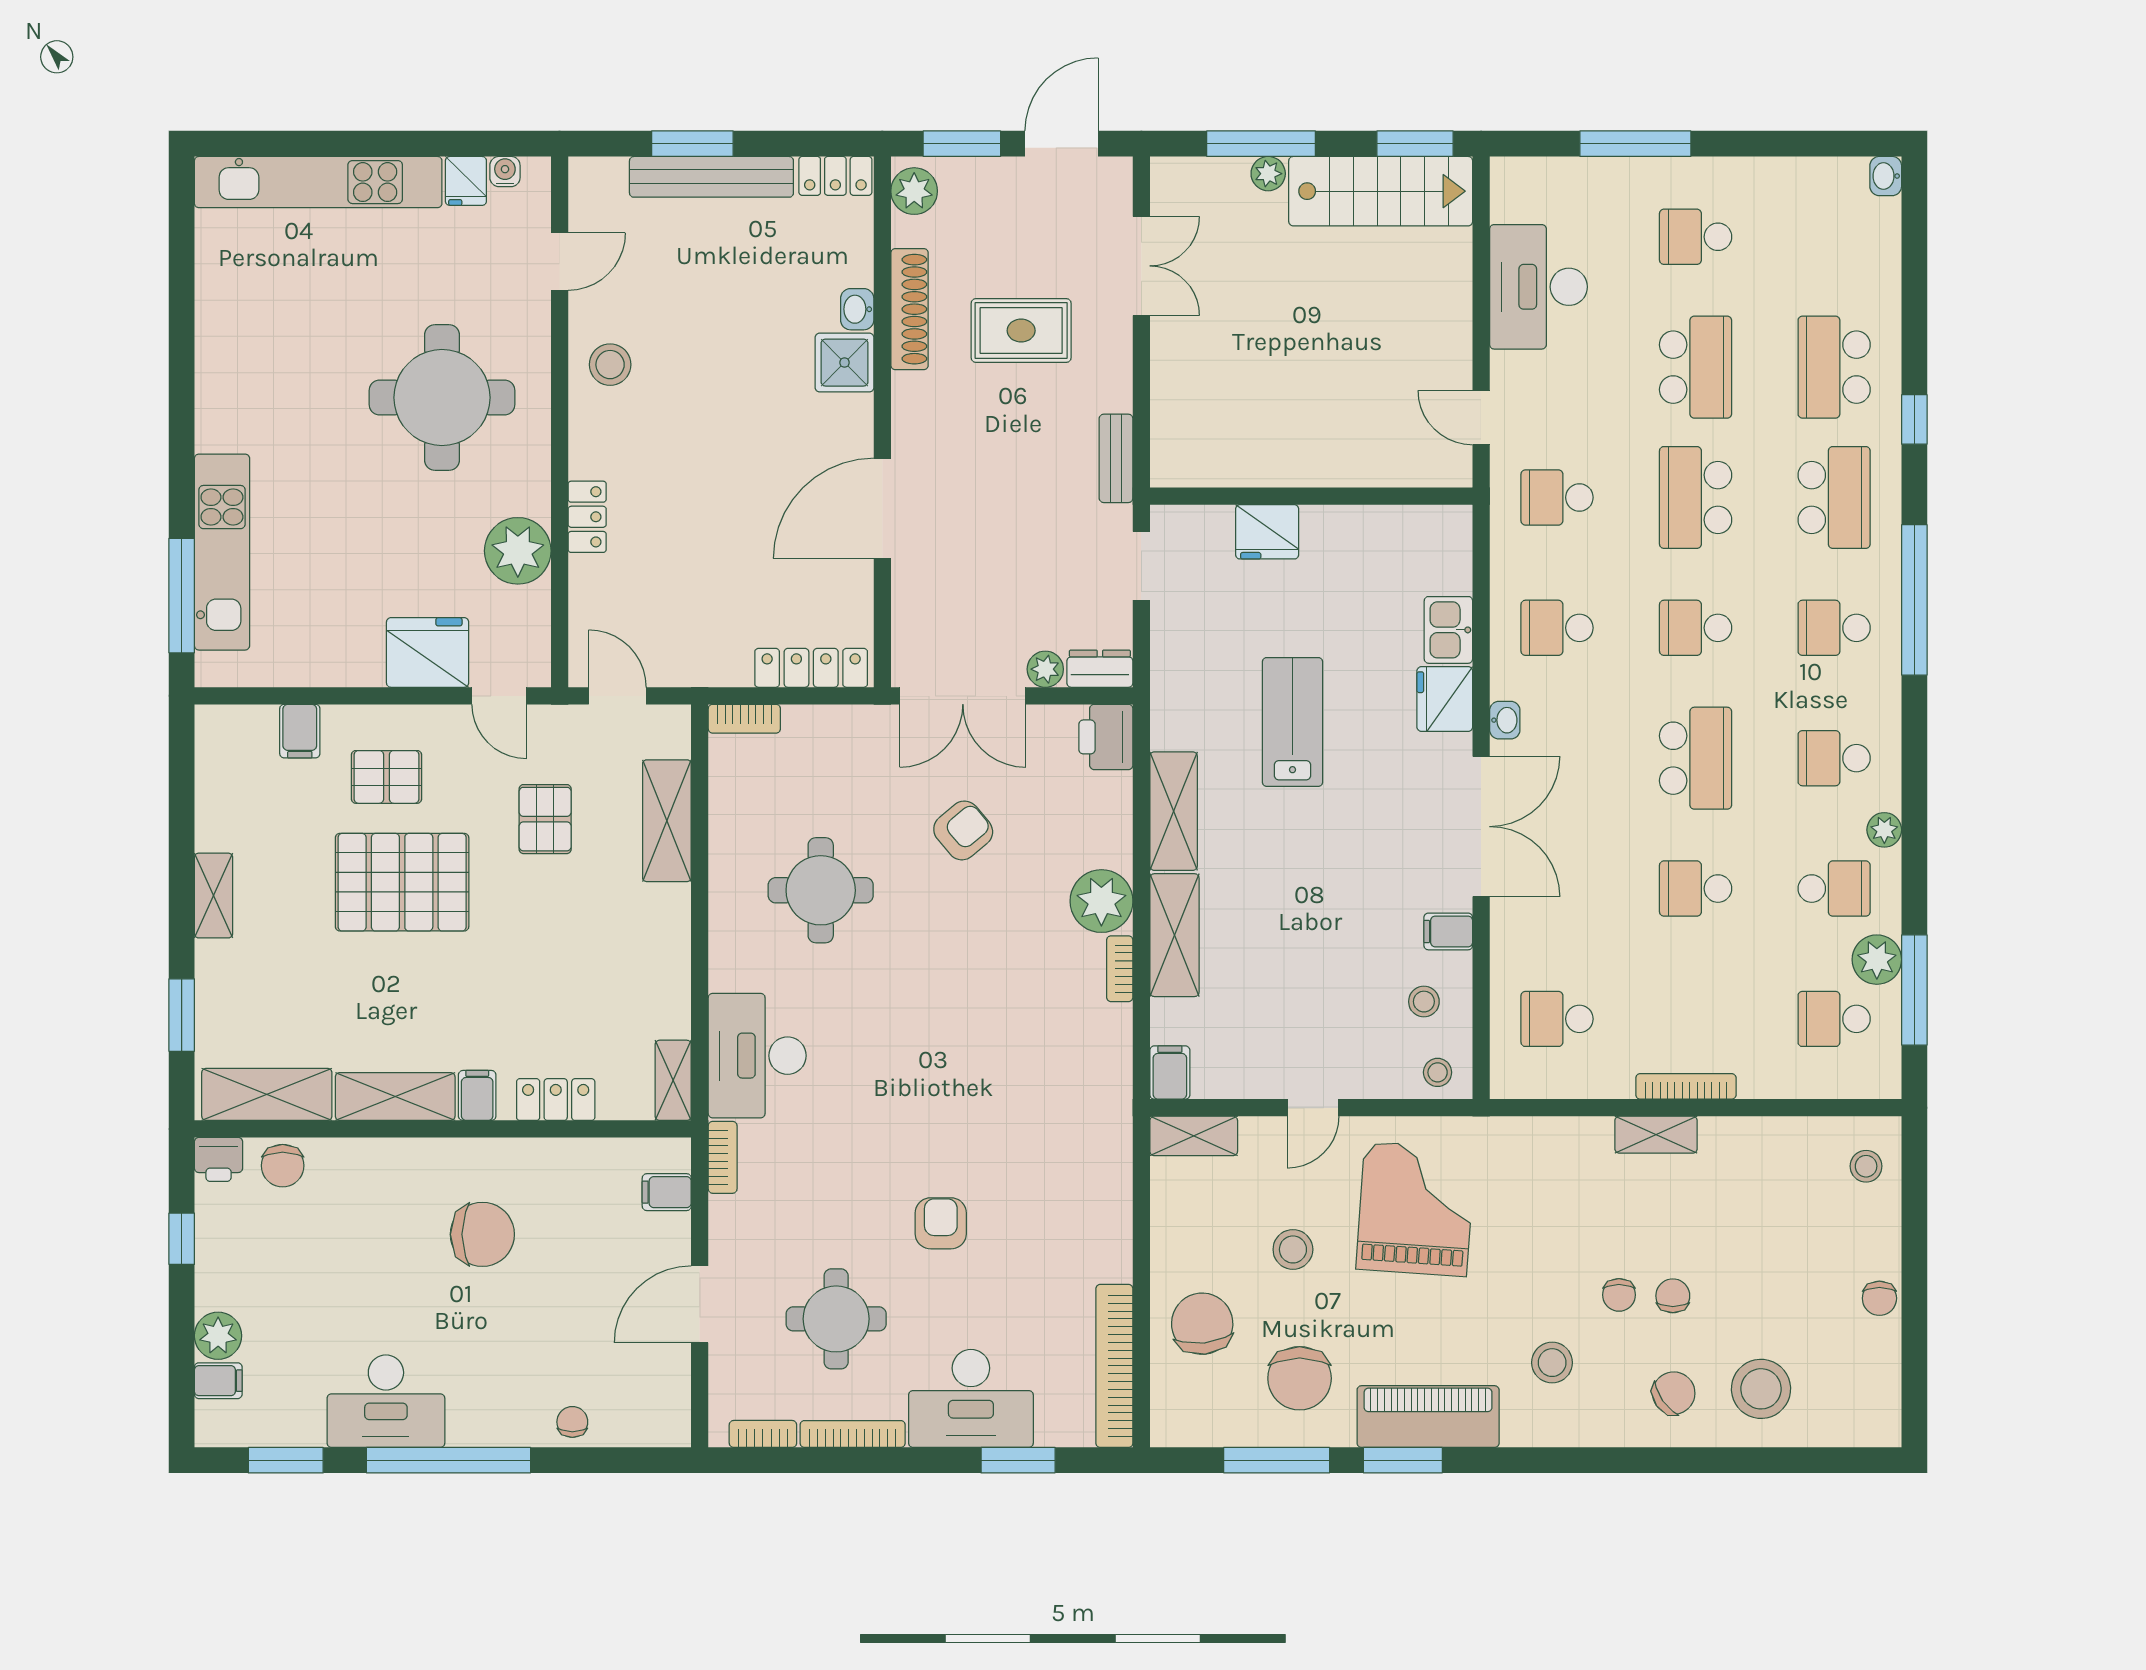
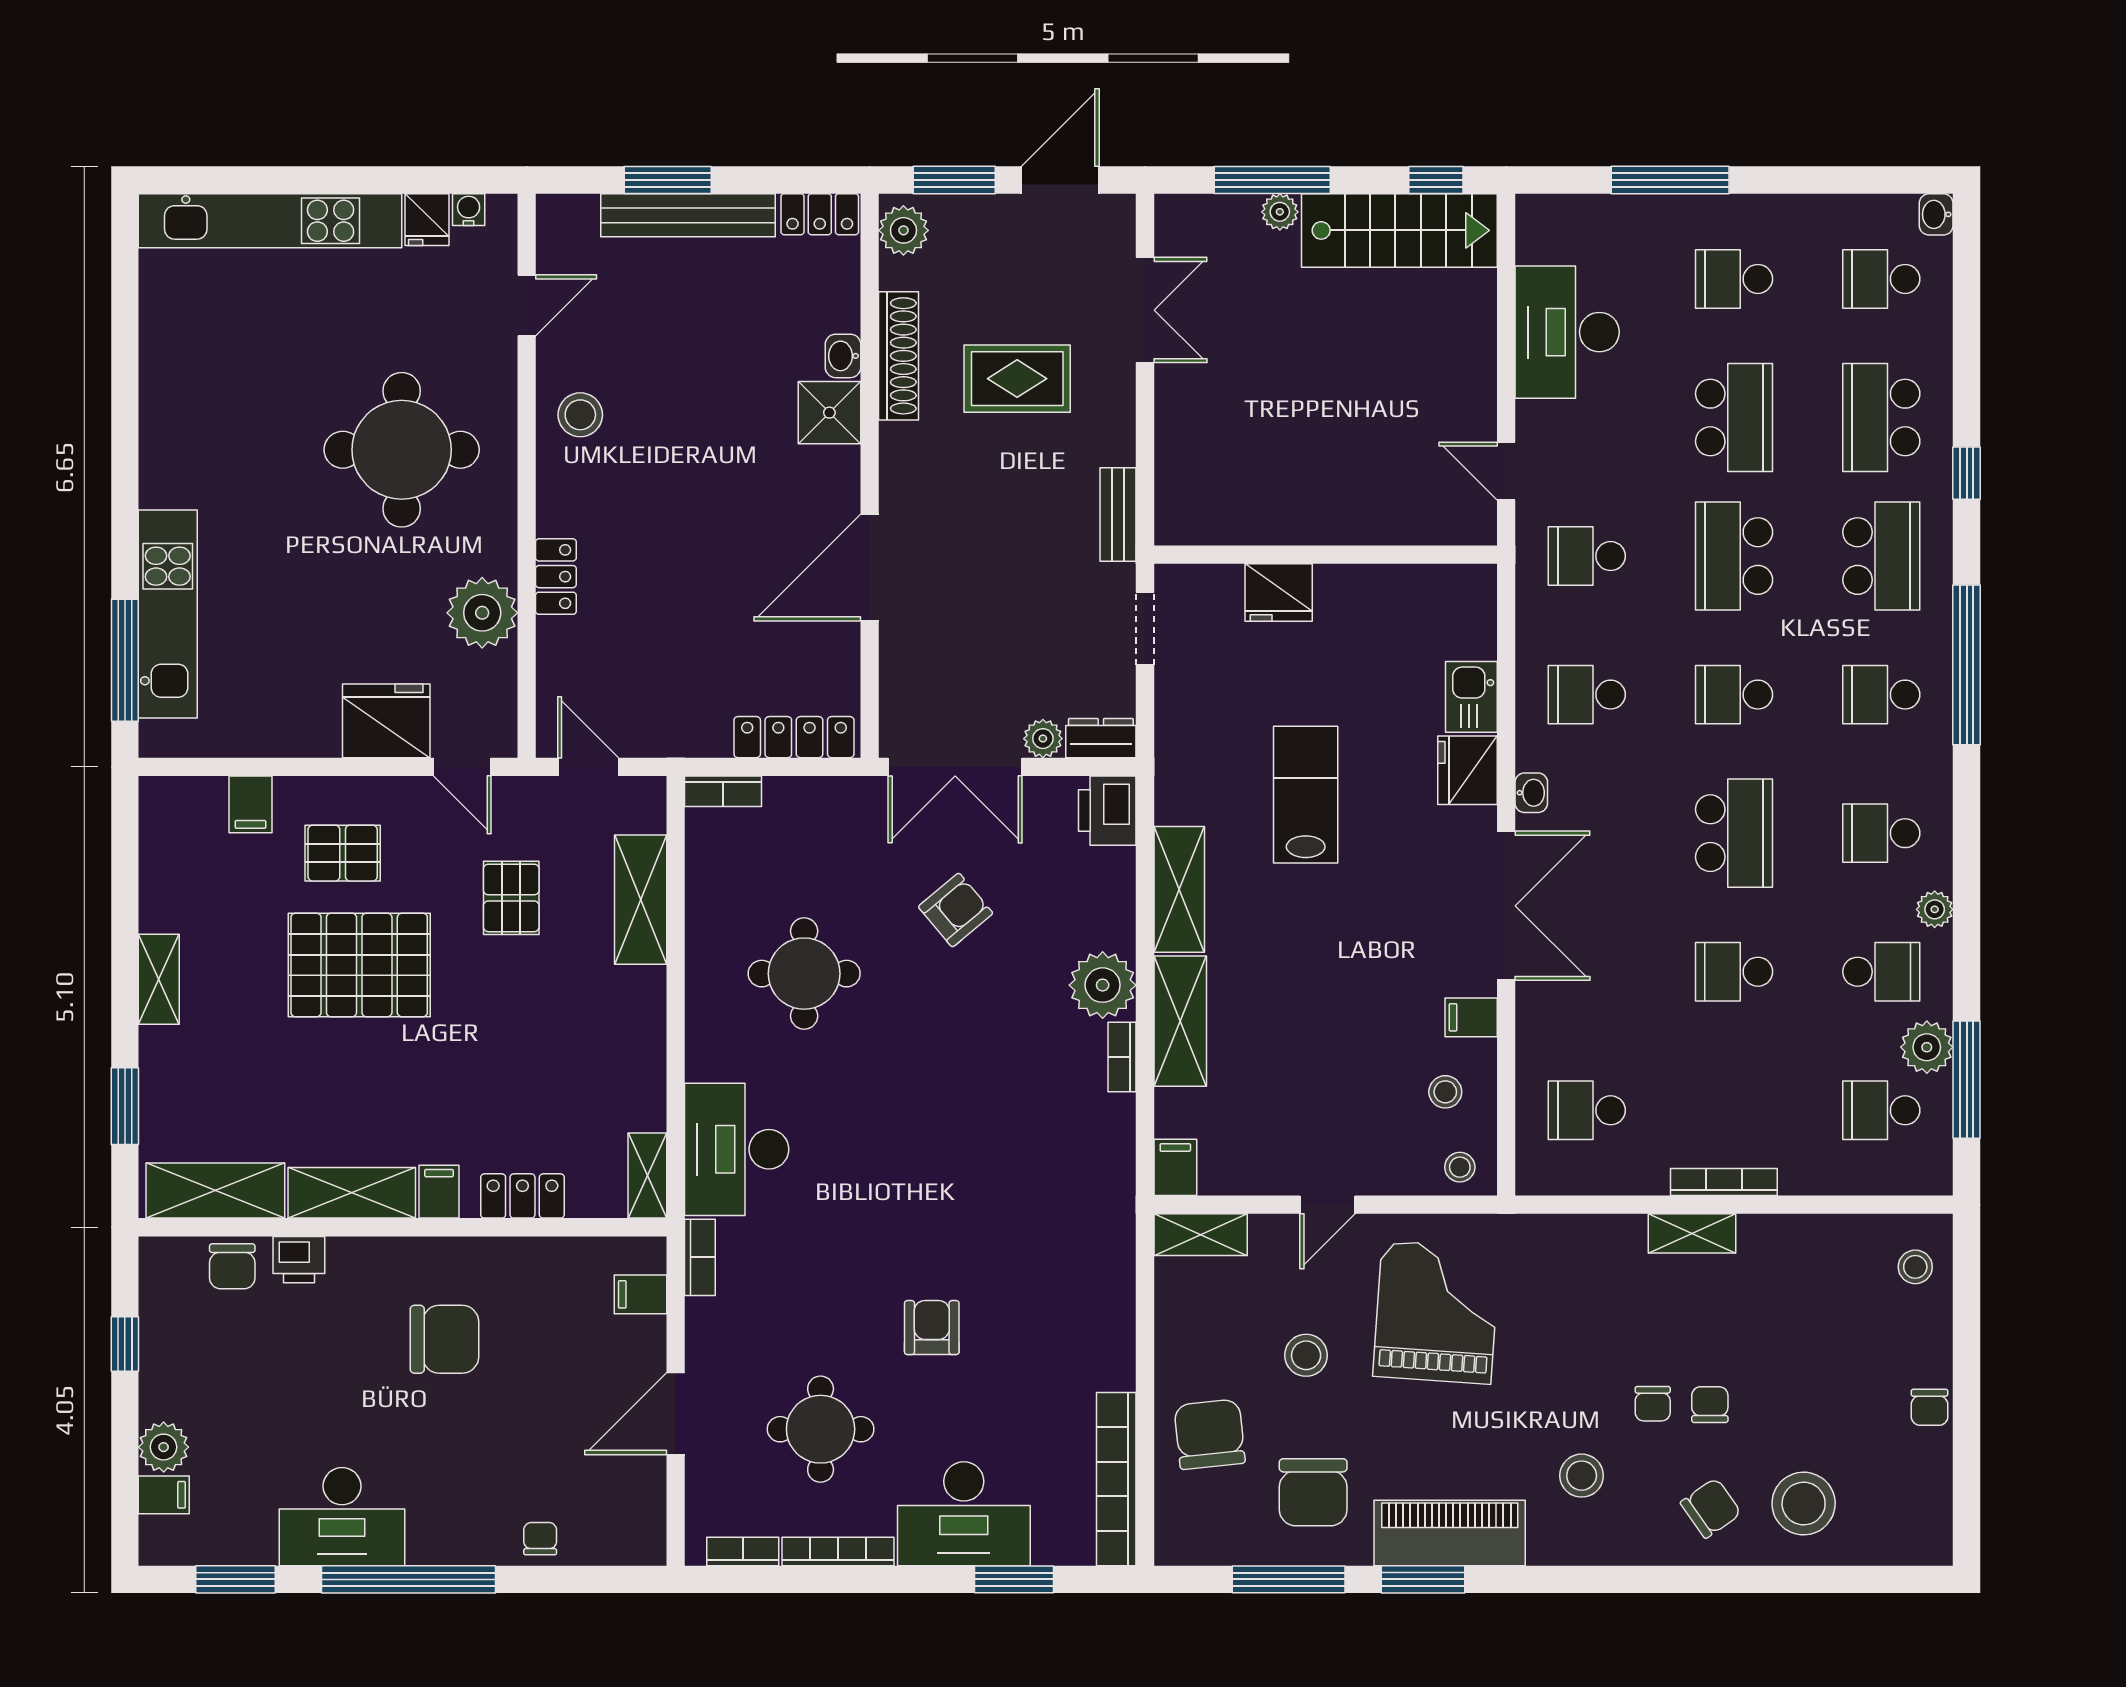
window: (1415, 144) -> (1436, 180), width x0.67
school desk: (1834, 237) -> (1881, 279), added
printer: (219, 1159) -> (299, 1260), moved

